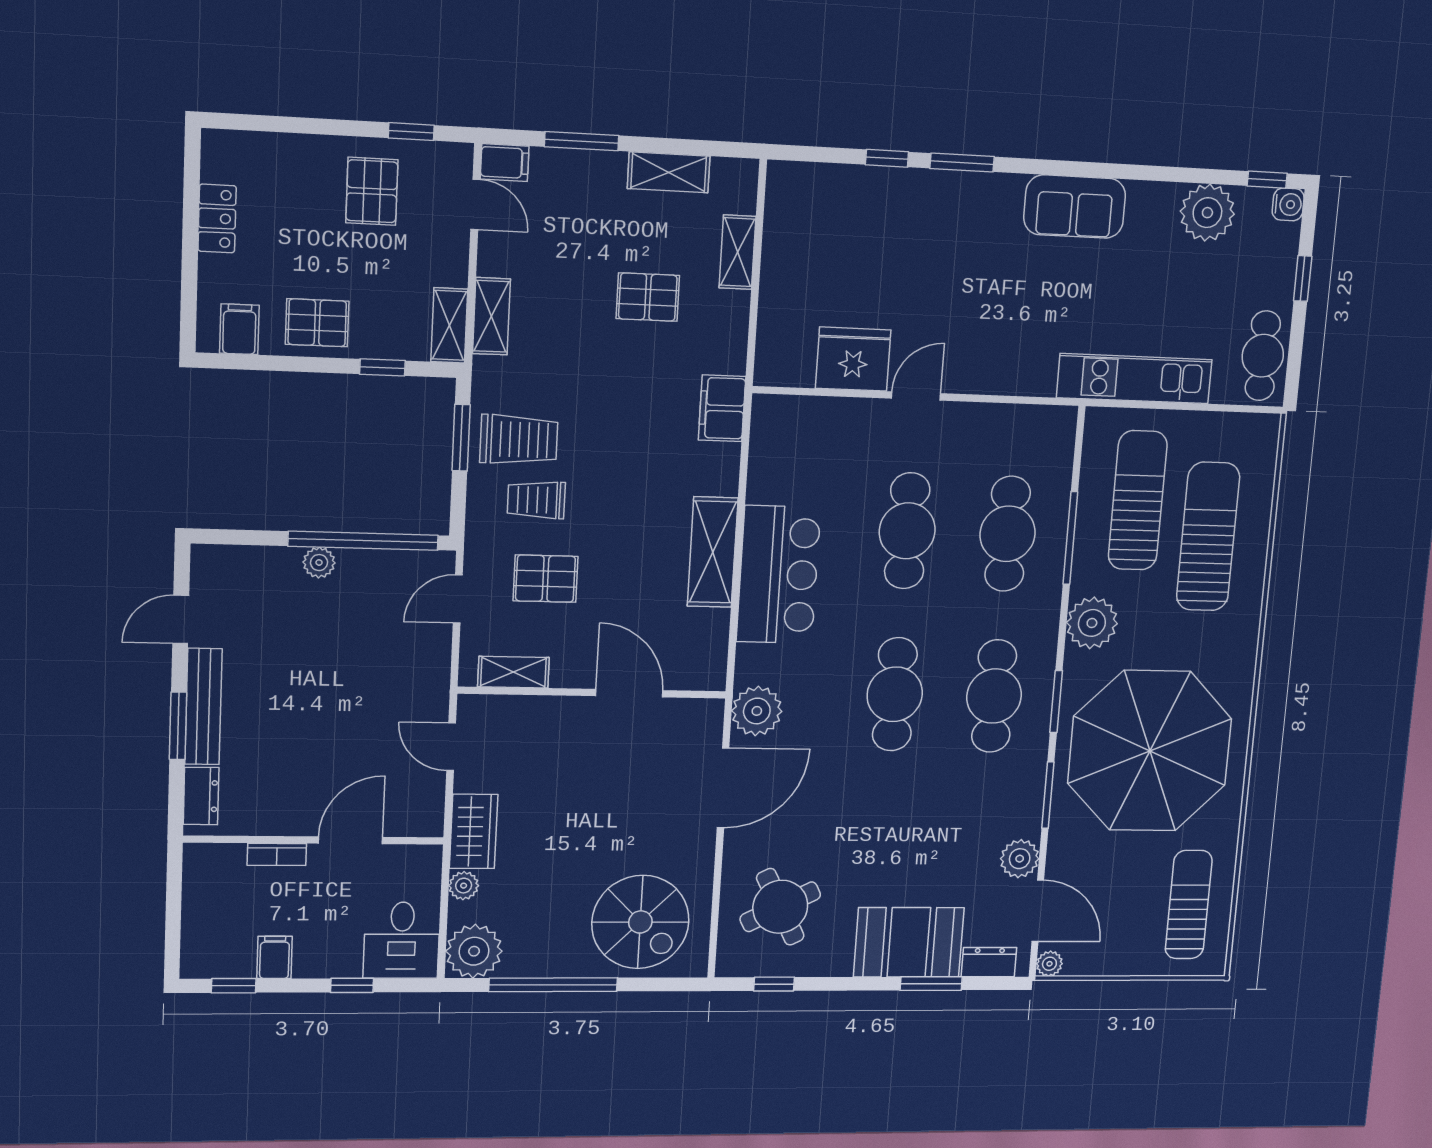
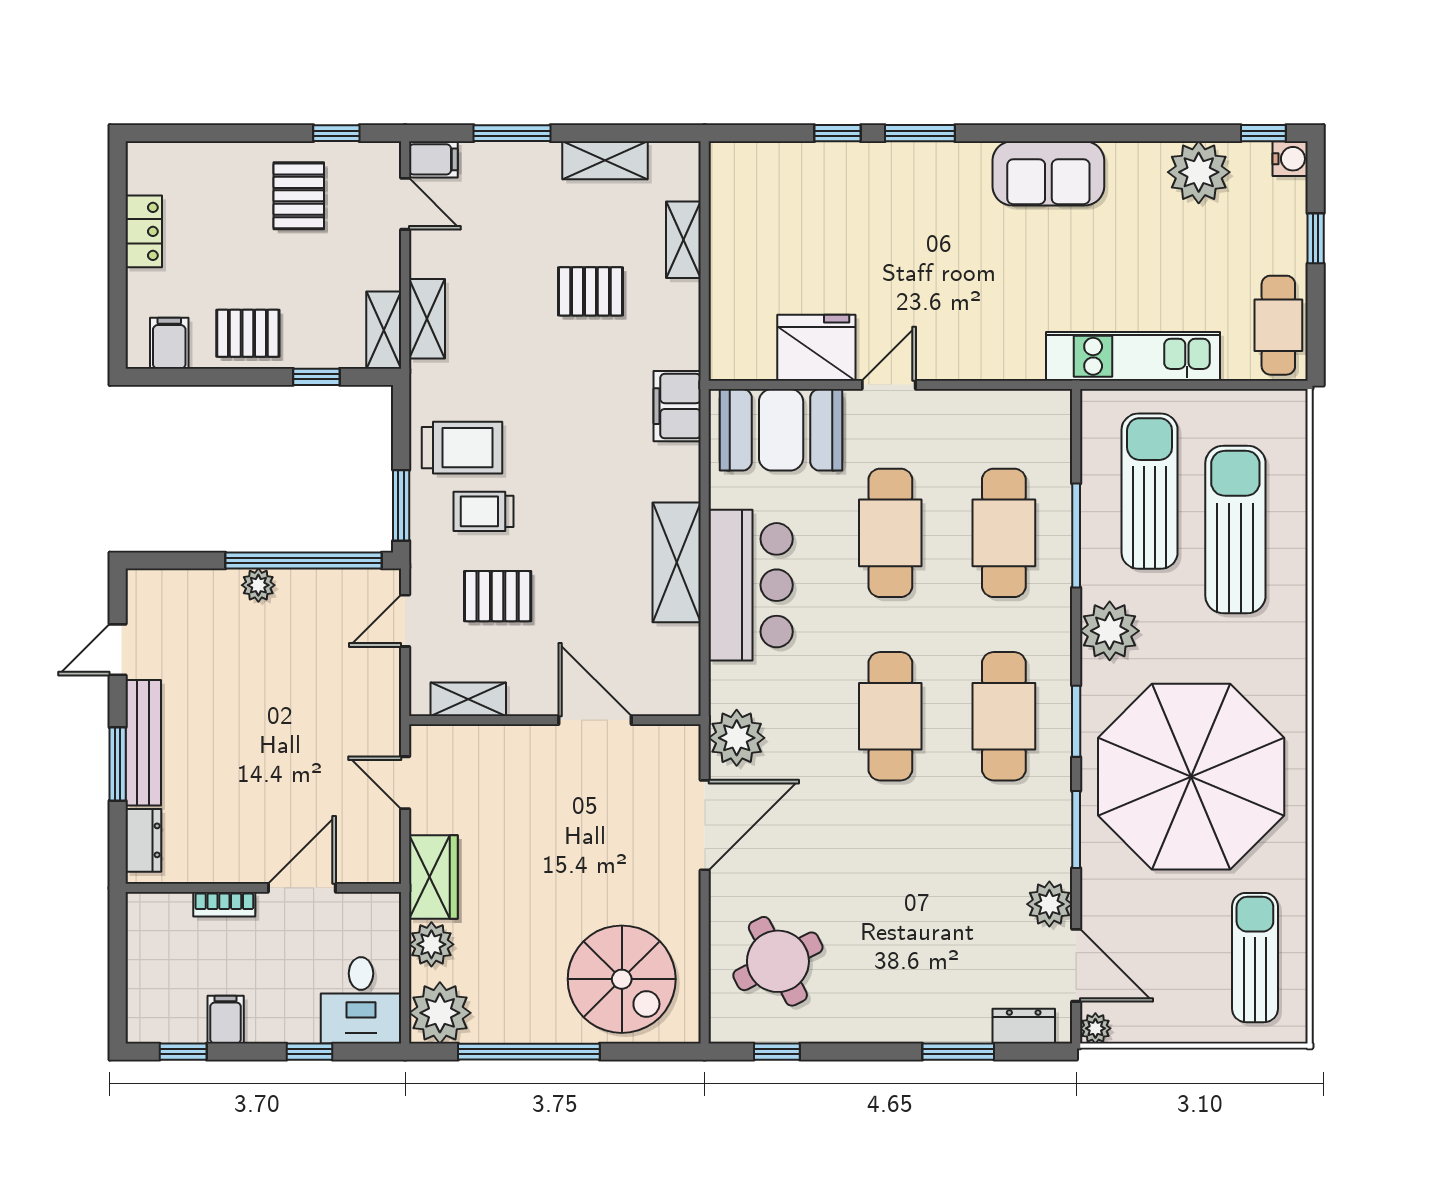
window: (461, 438) -> (401, 505), moved
plant: (464, 886) -> (431, 944), width x1.38, depth x1.38
booth: (909, 942) -> (781, 430), moved

